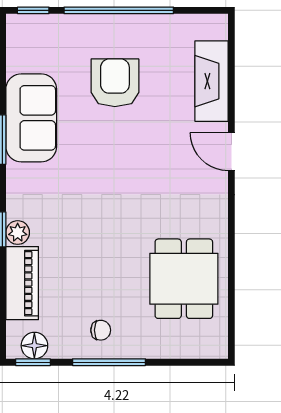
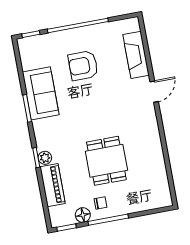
armchair: (115, 83) -> (83, 66), turned -90
door: (231, 152) -> (154, 92), swing flipped
dining table: (184, 279) -> (106, 161), moved
floor lamp: (34, 346) -> (83, 215), moved

